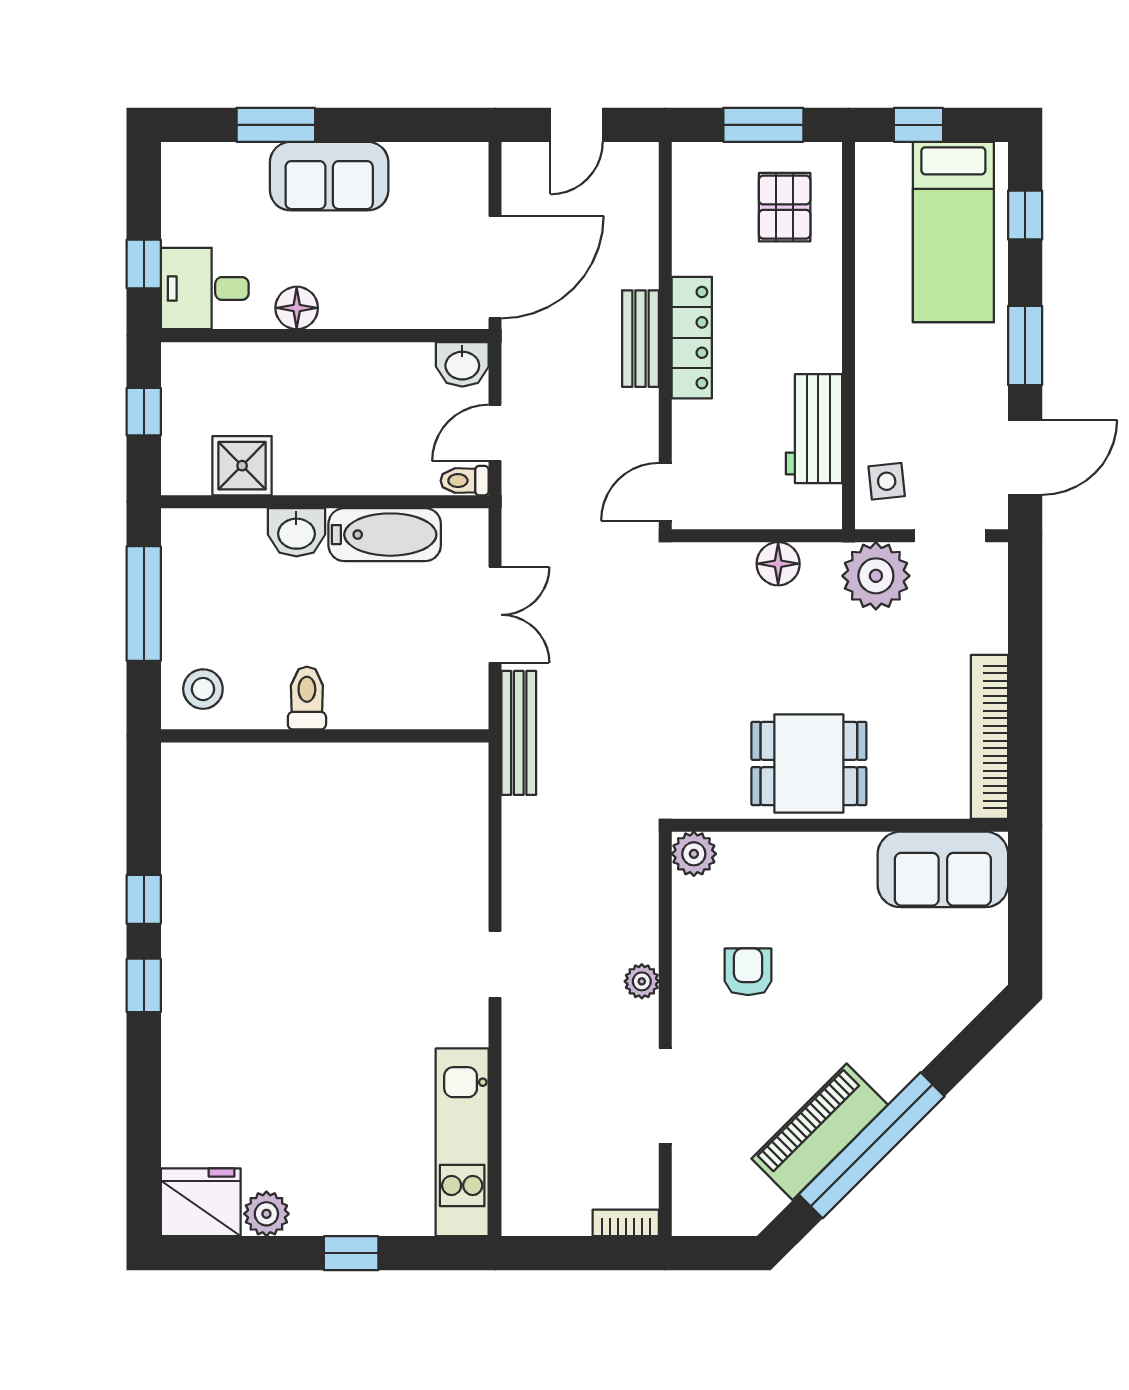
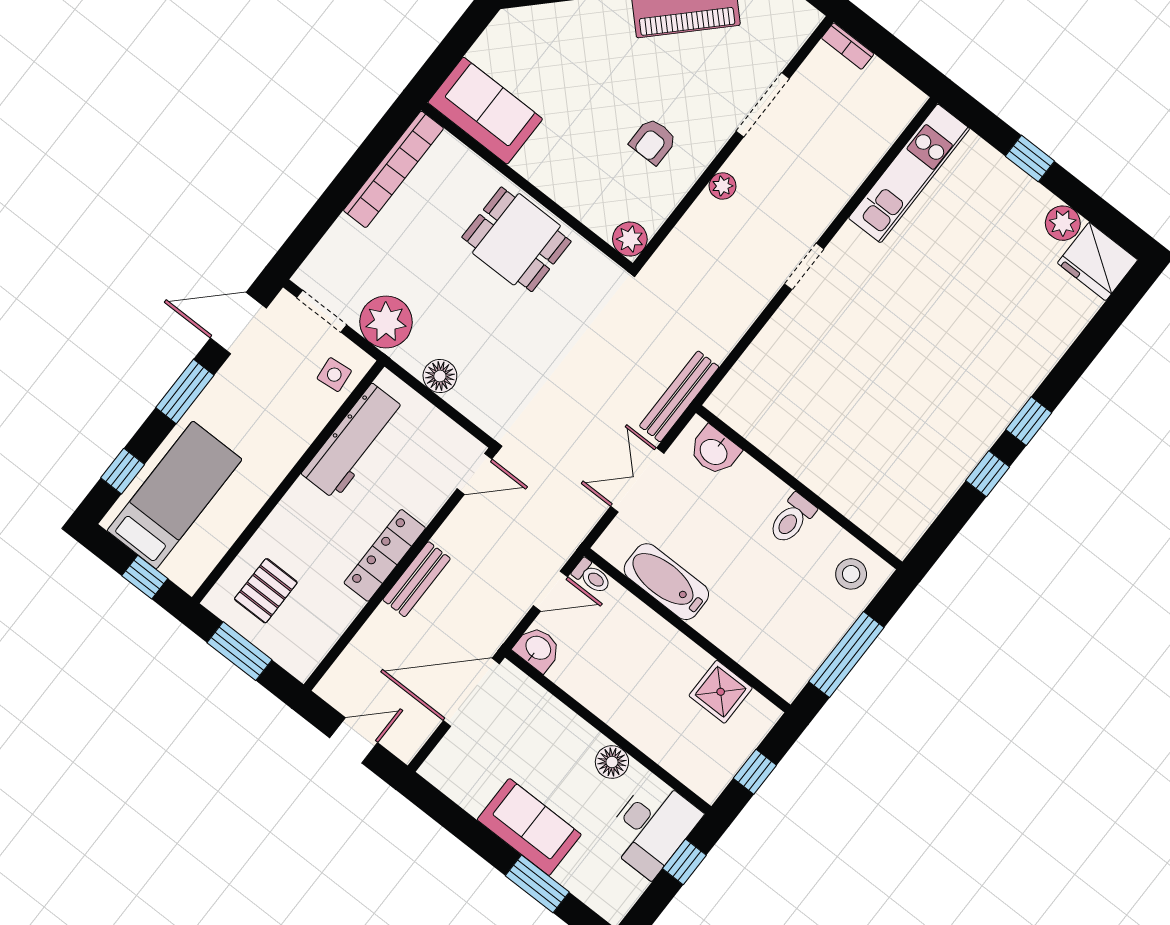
desk: (205, 288) -> (652, 827), width x1.37
workbench: (814, 429) -> (354, 441), width x1.37
washbasin: (296, 532) -> (714, 451), moved, turned 180

